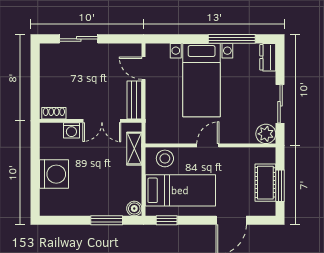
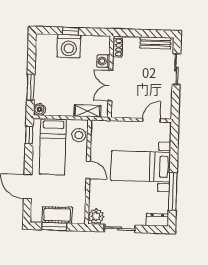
bench: (134, 100) -> (155, 43), moved
window: (35, 173) -> (70, 31), added

